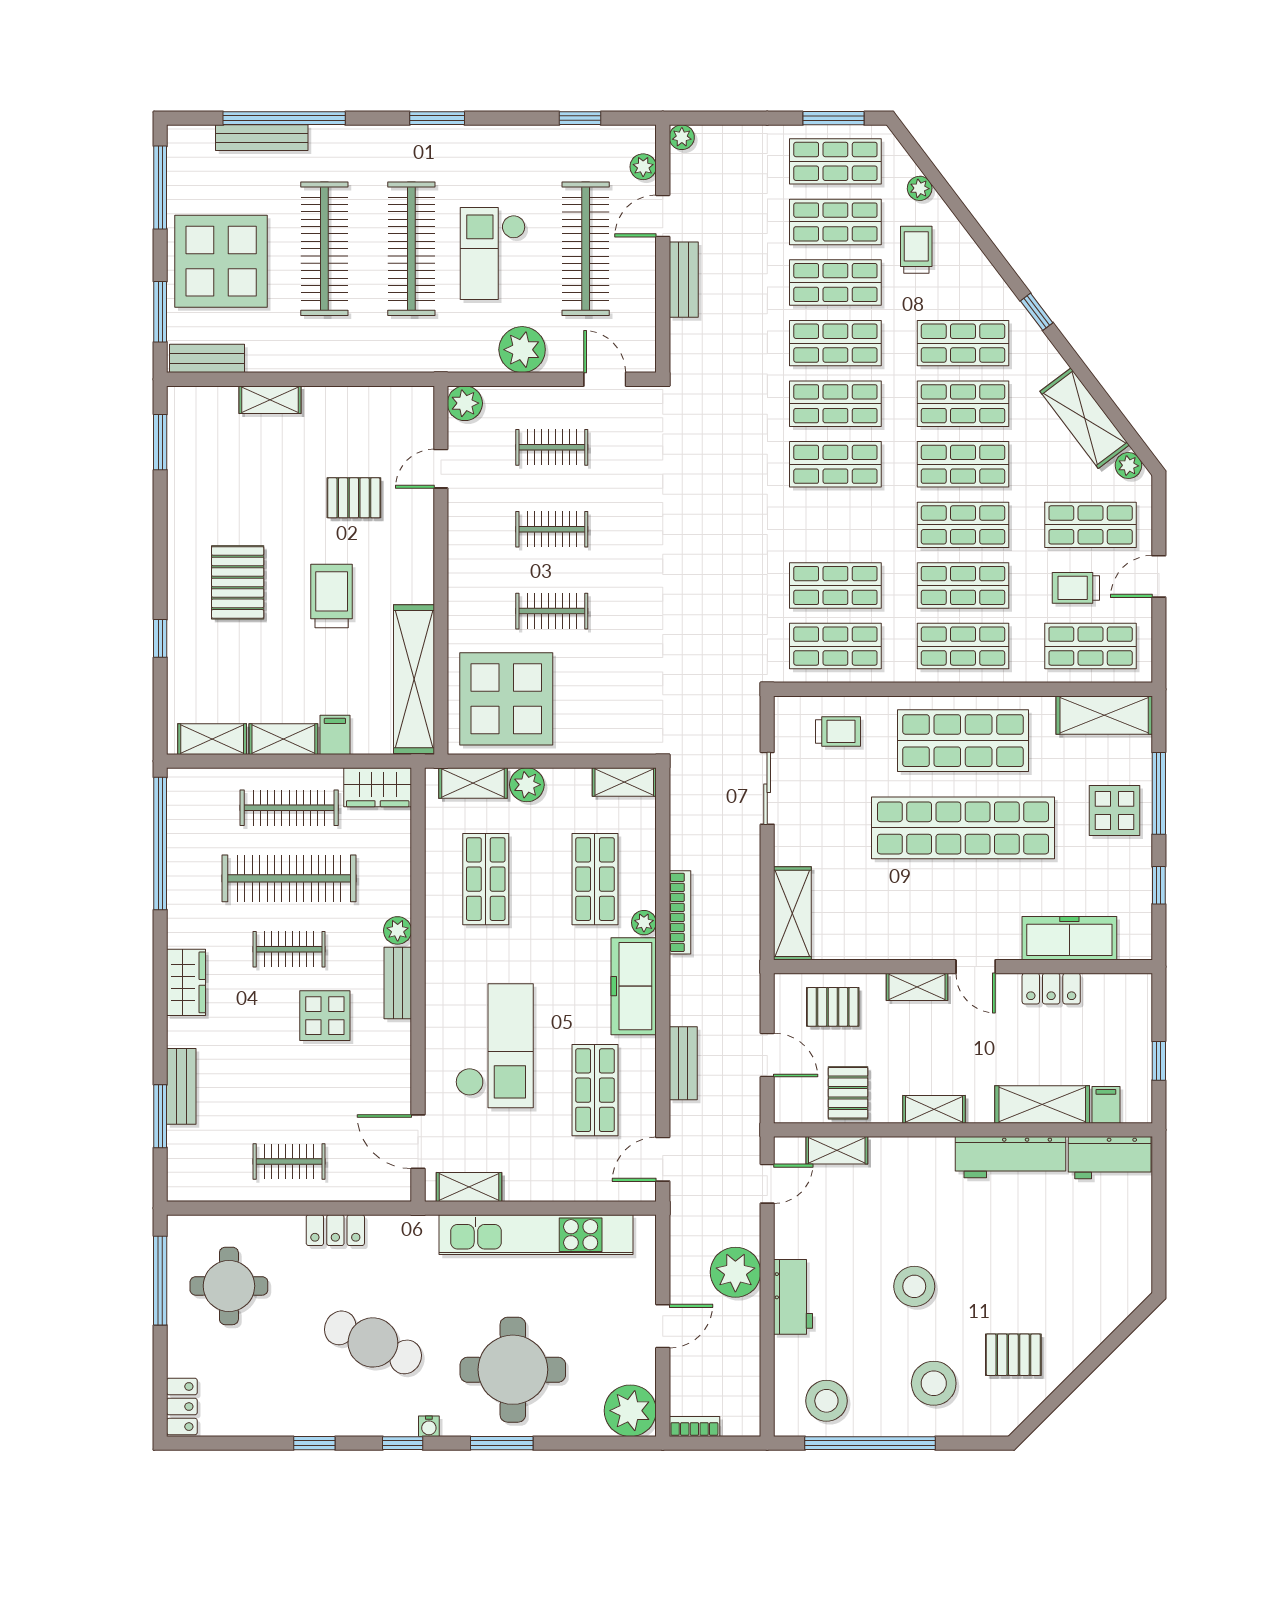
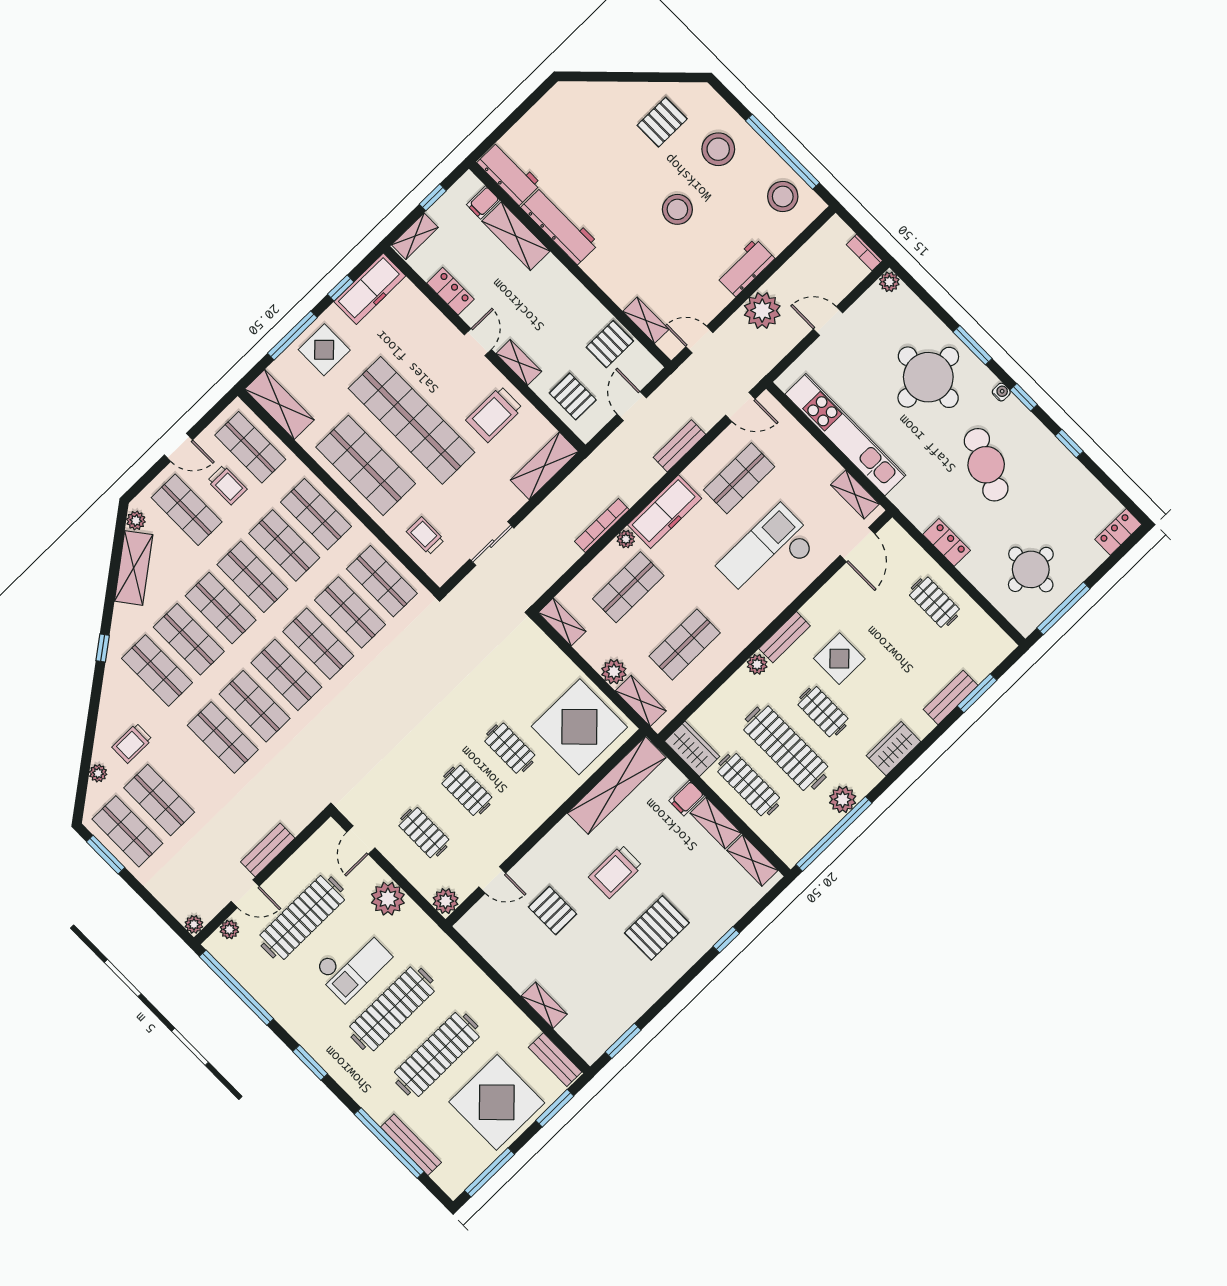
window: (580, 118) -> (236, 988), width x3.17
shop shelf: (835, 283) -> (318, 644), moved
plant: (185, 885) -> (843, 800), added
trolley: (890, 914) -> (494, 414), added
freezer: (1069, 938) -> (370, 289), moved, turned -90
shelving: (934, 1109) -> (415, 236), moved, turned 90
pallet: (1013, 1355) -> (662, 122), turned 90
plant: (630, 1411) -> (889, 282), width x0.53, depth x0.53

